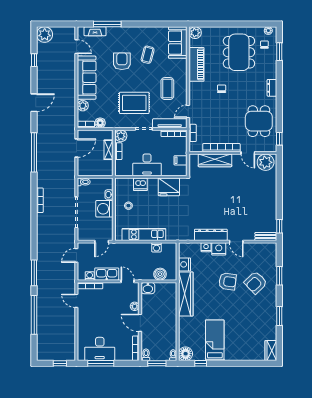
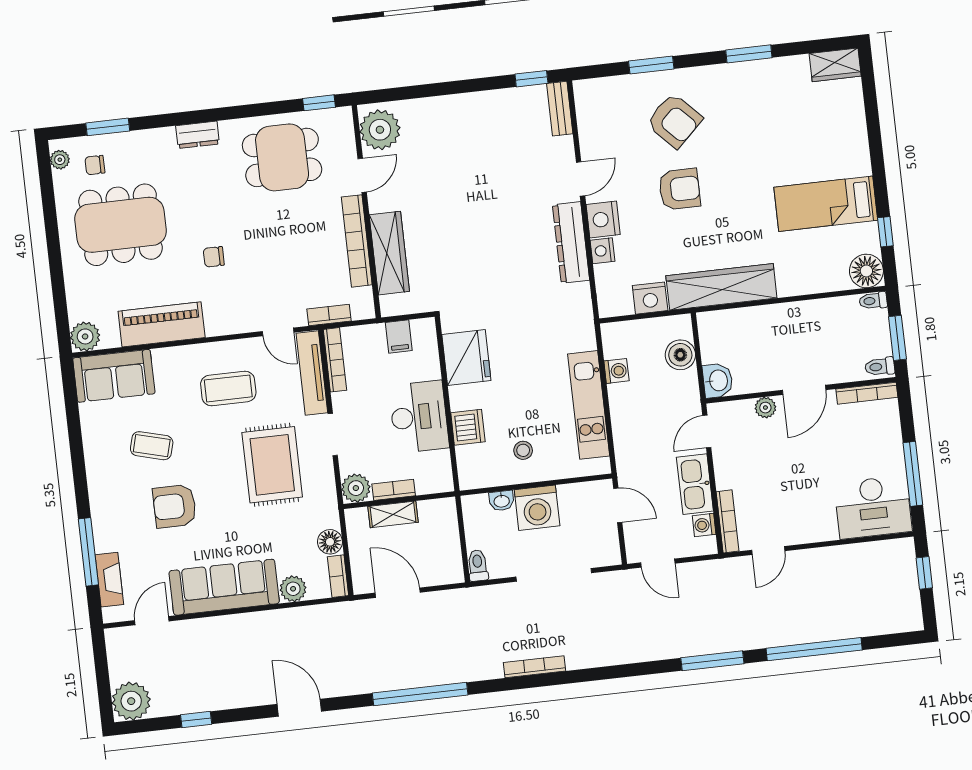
armchair: (228, 281) -> (679, 189), turned 82
desk: (100, 349) -> (873, 507), moved, turned 90

